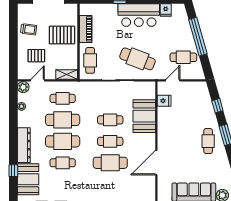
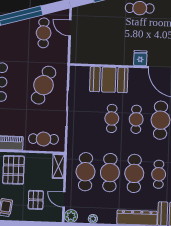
door: (173, 80) -> (70, 28), moved
cafe table: (63, 98) -> (86, 172), width x1.37, depth x1.35
fridge: (164, 101) -> (140, 58), moved

